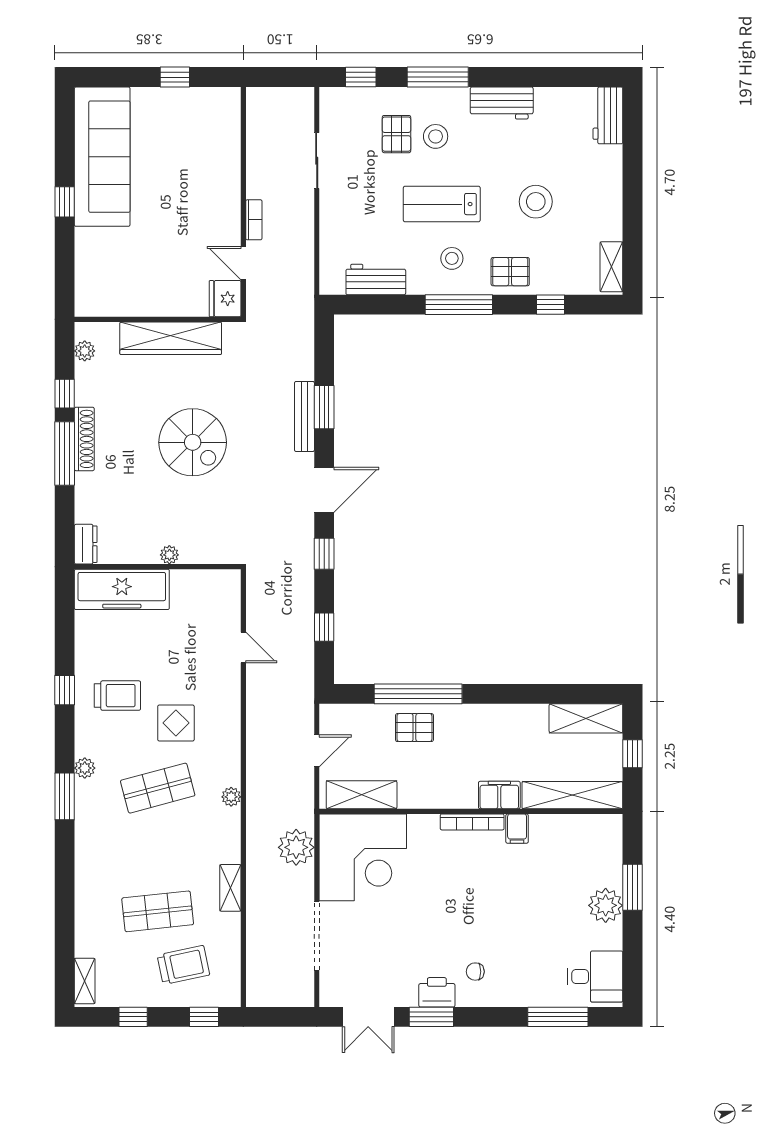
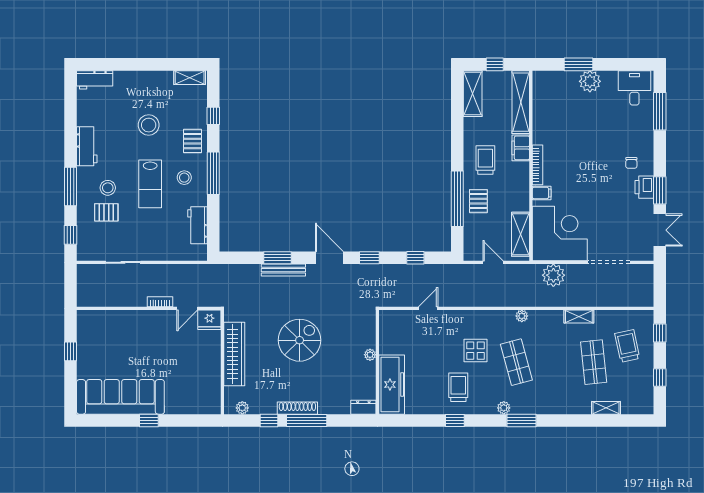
trolley: (480, 739) -> (485, 160), added
filing cabinet: (517, 829) -> (542, 193), moved
shelving: (85, 981) -> (606, 408), moved

